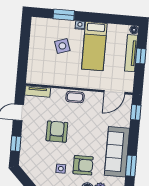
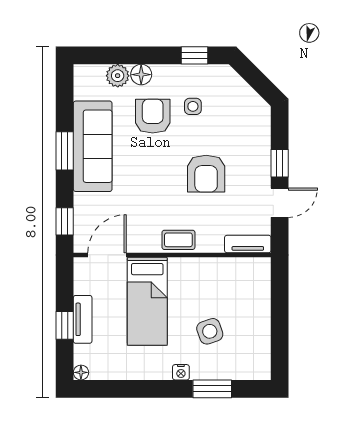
bed: (94, 46) -> (147, 301), moved, turned 180
tv unit: (131, 53) -> (83, 319), width x0.71
window: (16, 144) -> (280, 163), moved
armchair: (83, 165) -> (153, 116), turned 90
window: (131, 166) -> (65, 151), moved

